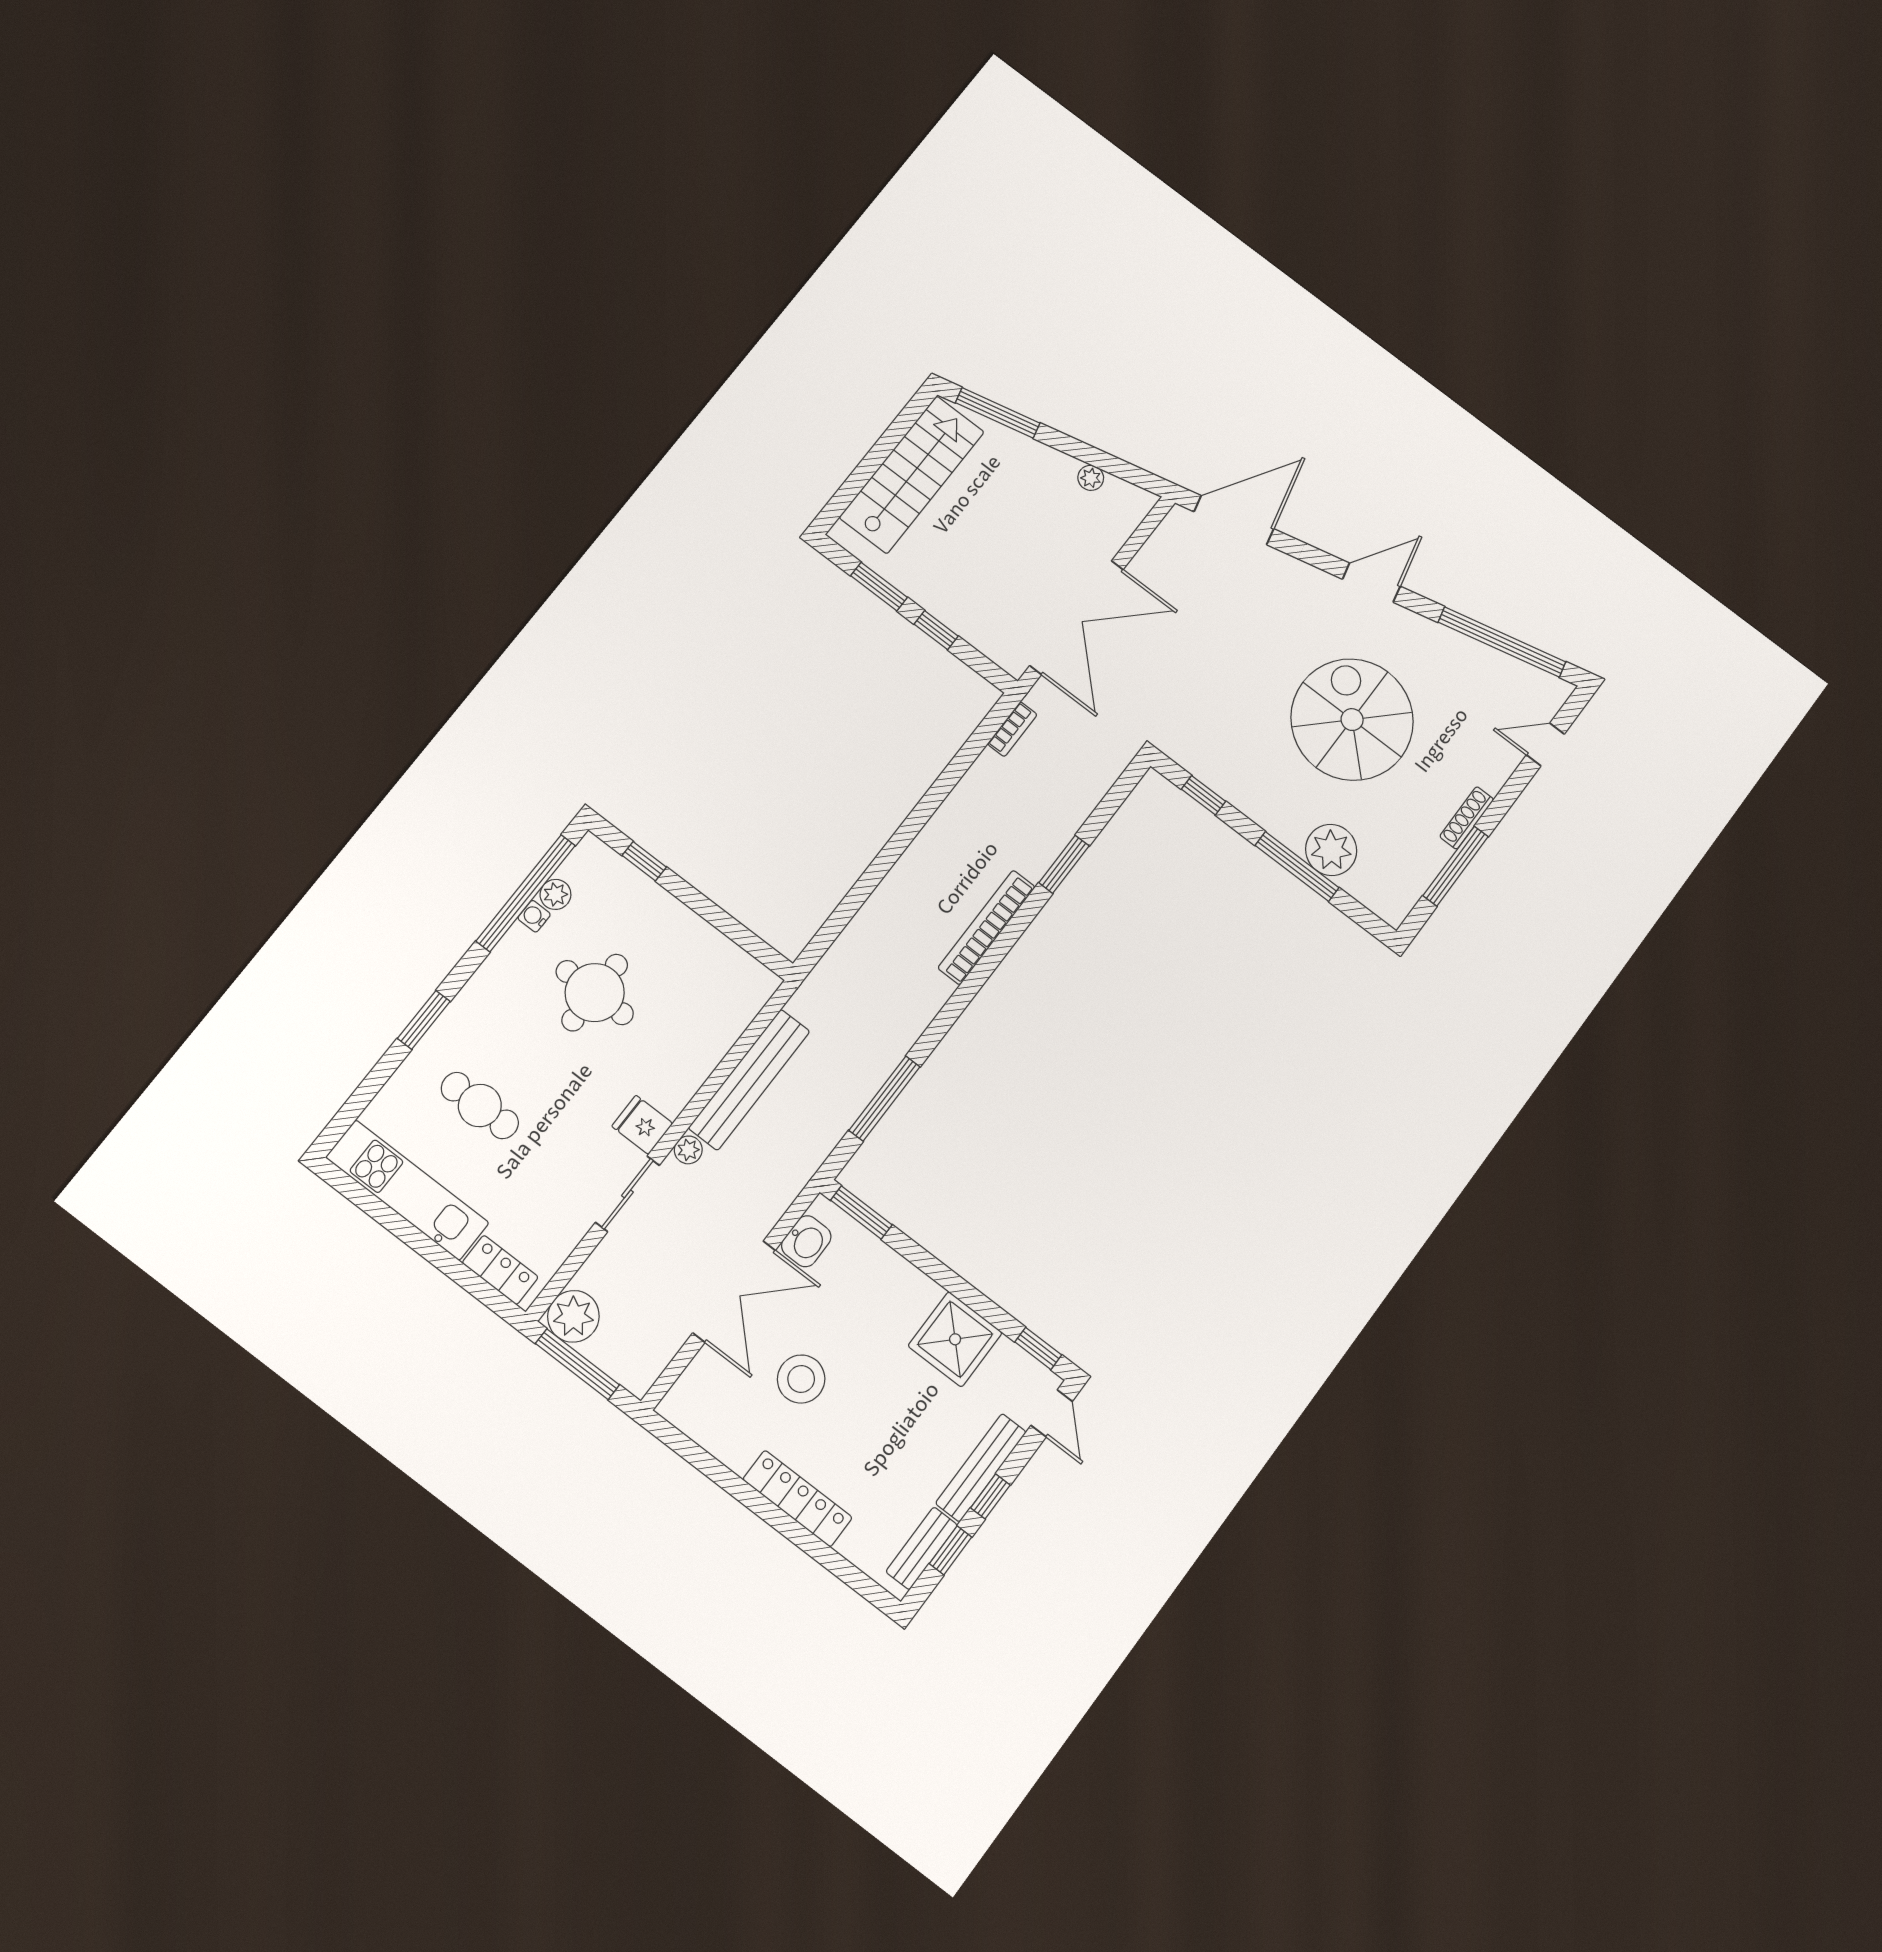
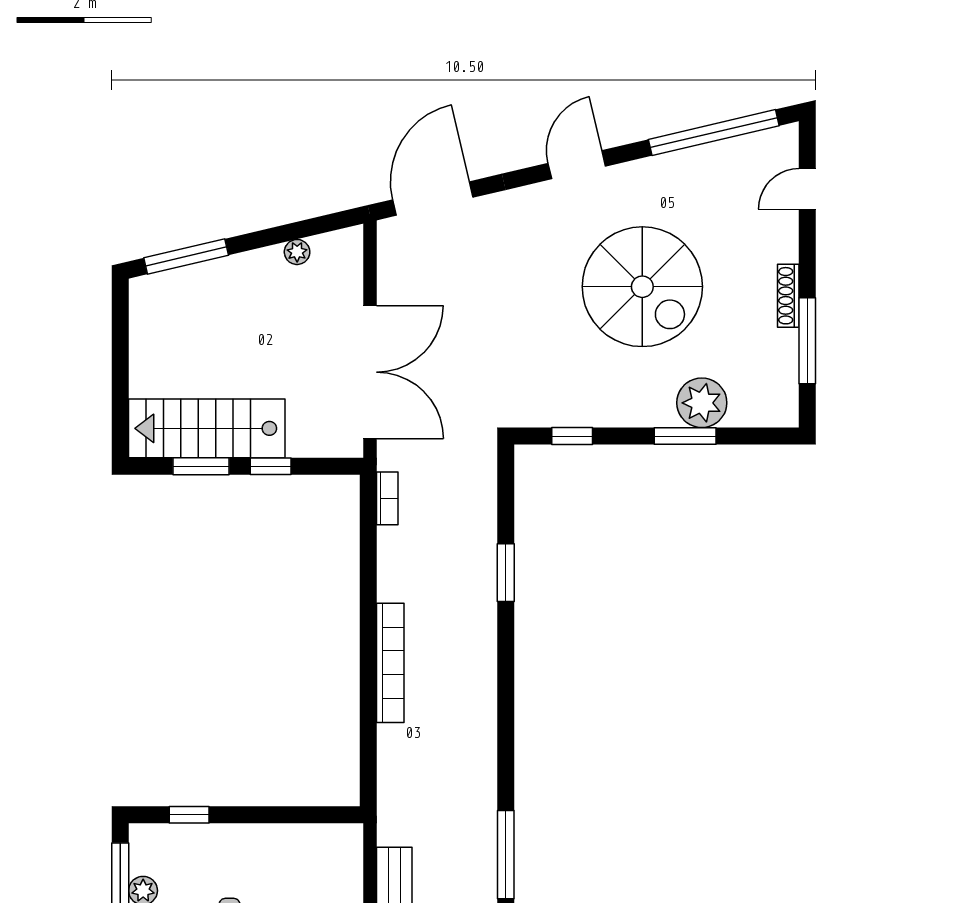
stairs: (912, 475) -> (207, 428), moved, turned -90
spiral stairs: (1352, 720) -> (642, 287), turned 180
window: (1297, 866) -> (685, 436), width x0.69
bookcase: (987, 927) -> (390, 663), moved, turned 180

